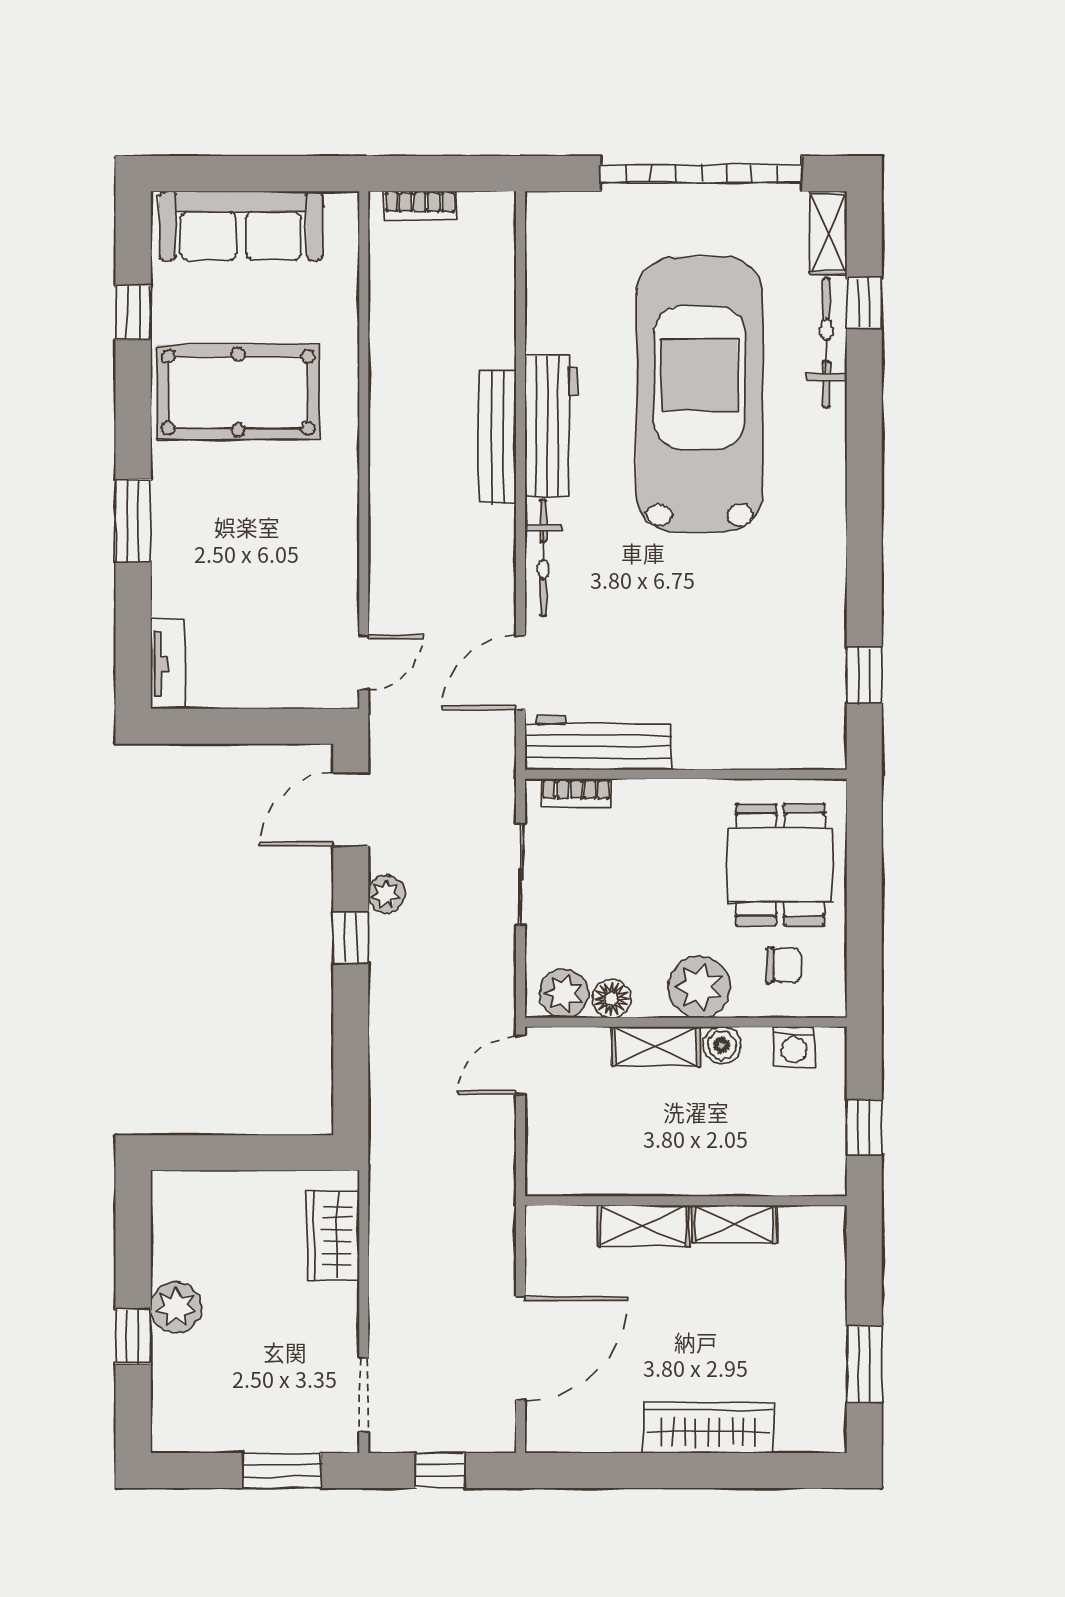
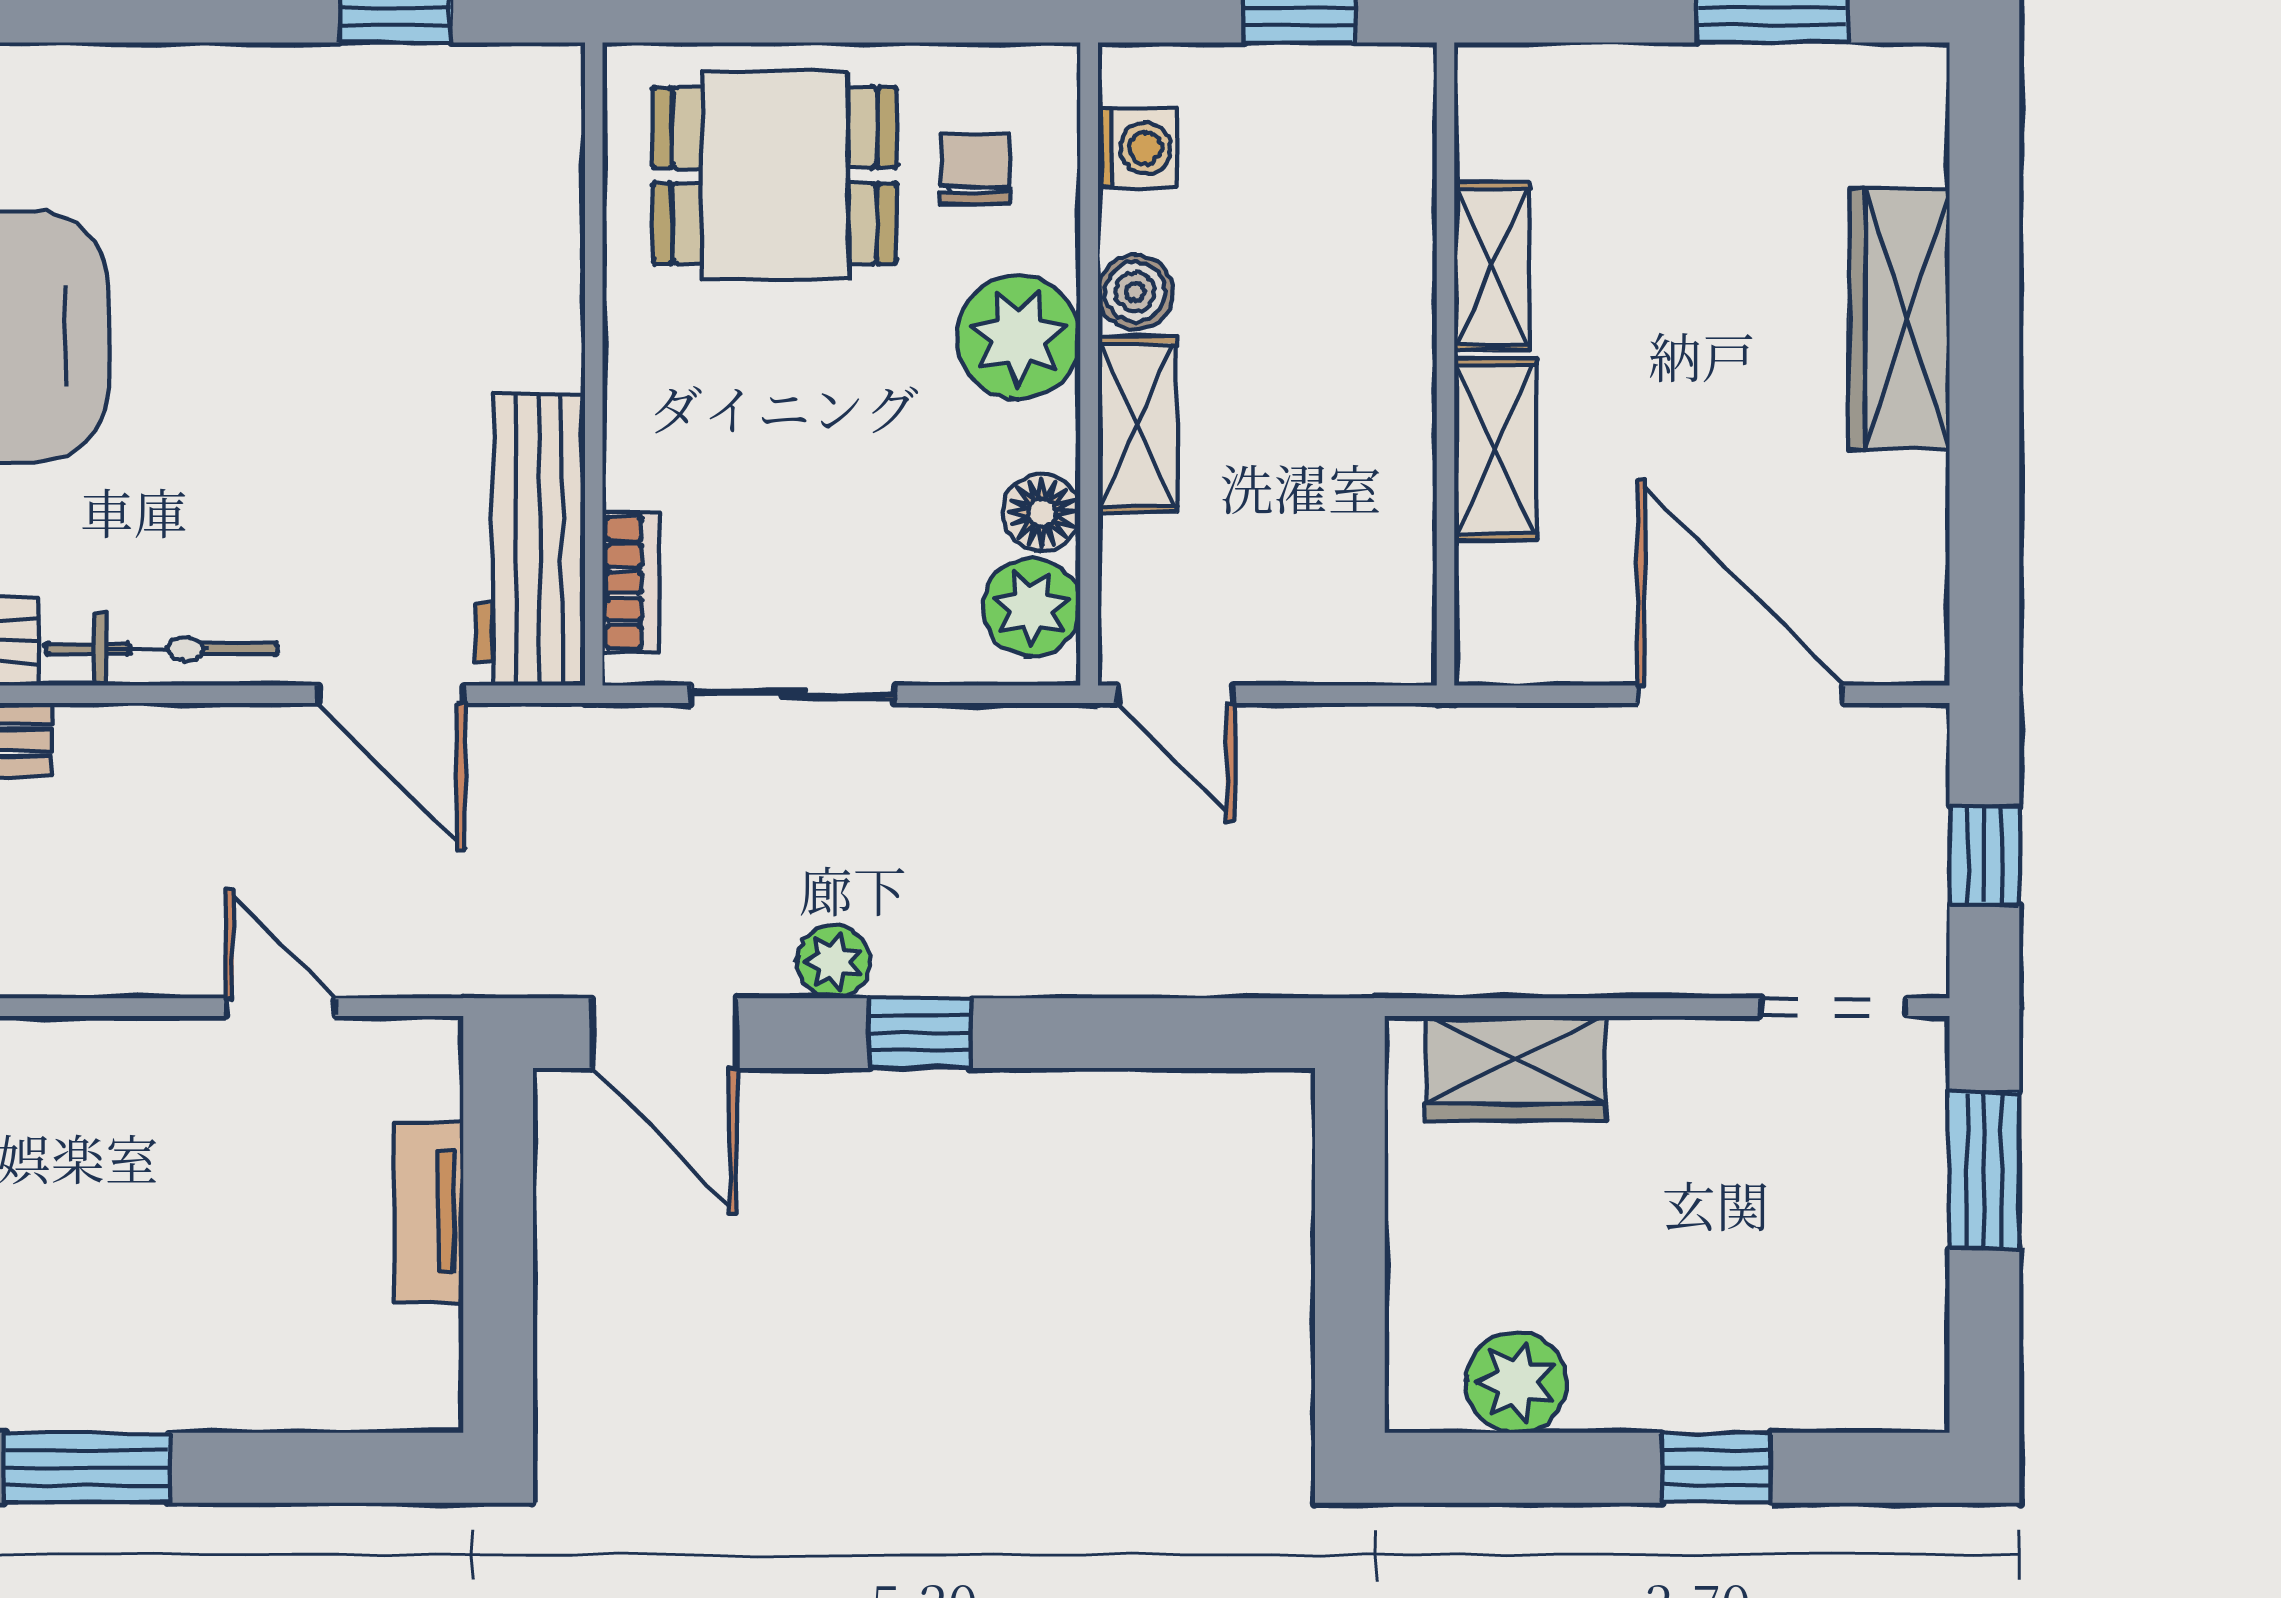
door: (364, 663) -> (281, 1007), moved
tv unit: (168, 664) -> (429, 1212), moved, turned -90
plant: (176, 1307) -> (1517, 1382), moved

